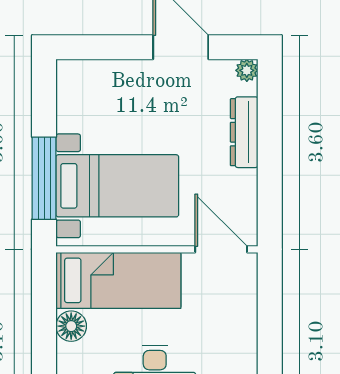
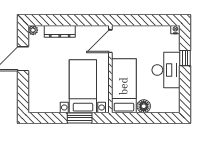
window: (44, 178) -> (80, 118), width x0.69

